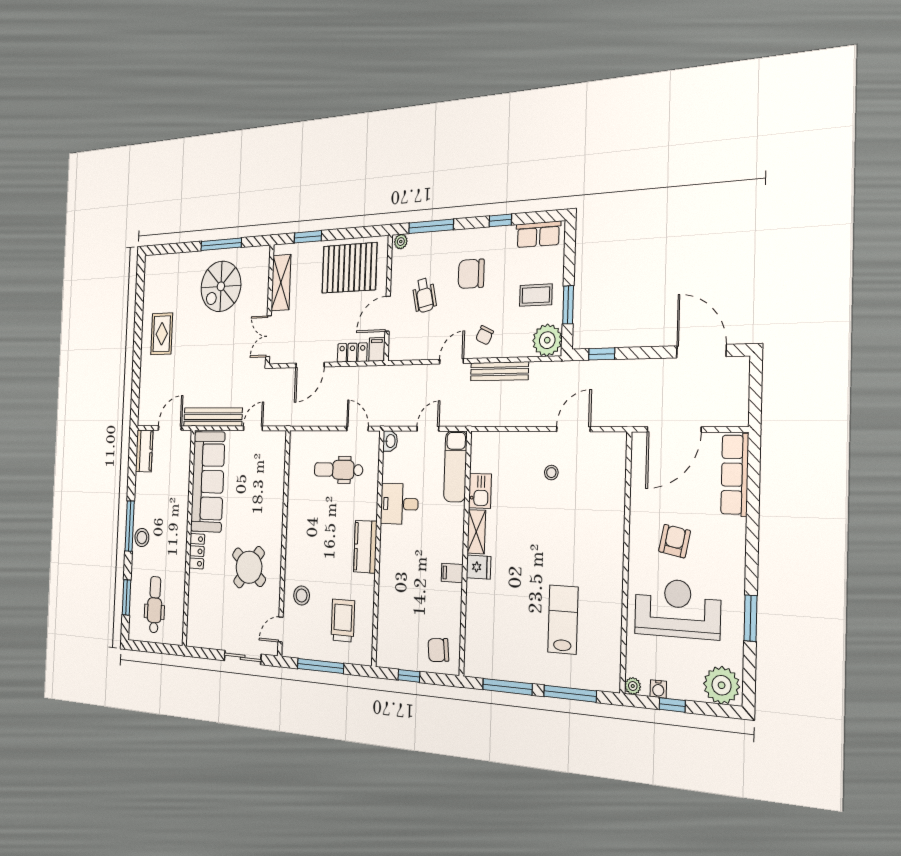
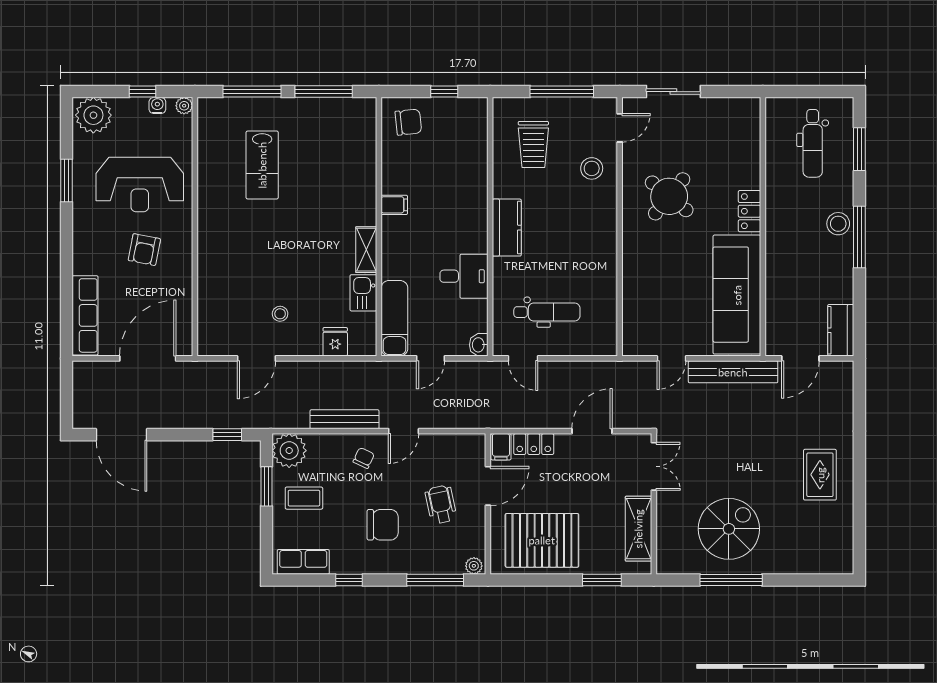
fridge: (479, 567) -> (335, 342), moved, turned 90

